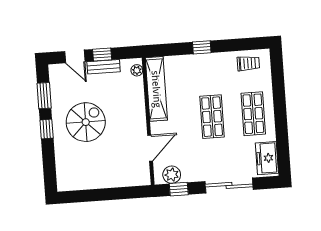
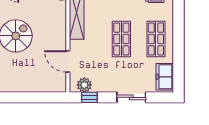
door: (150, 148) -> (68, 61), swing flipped
sliding door: (229, 185) -> (131, 97), width x0.73

